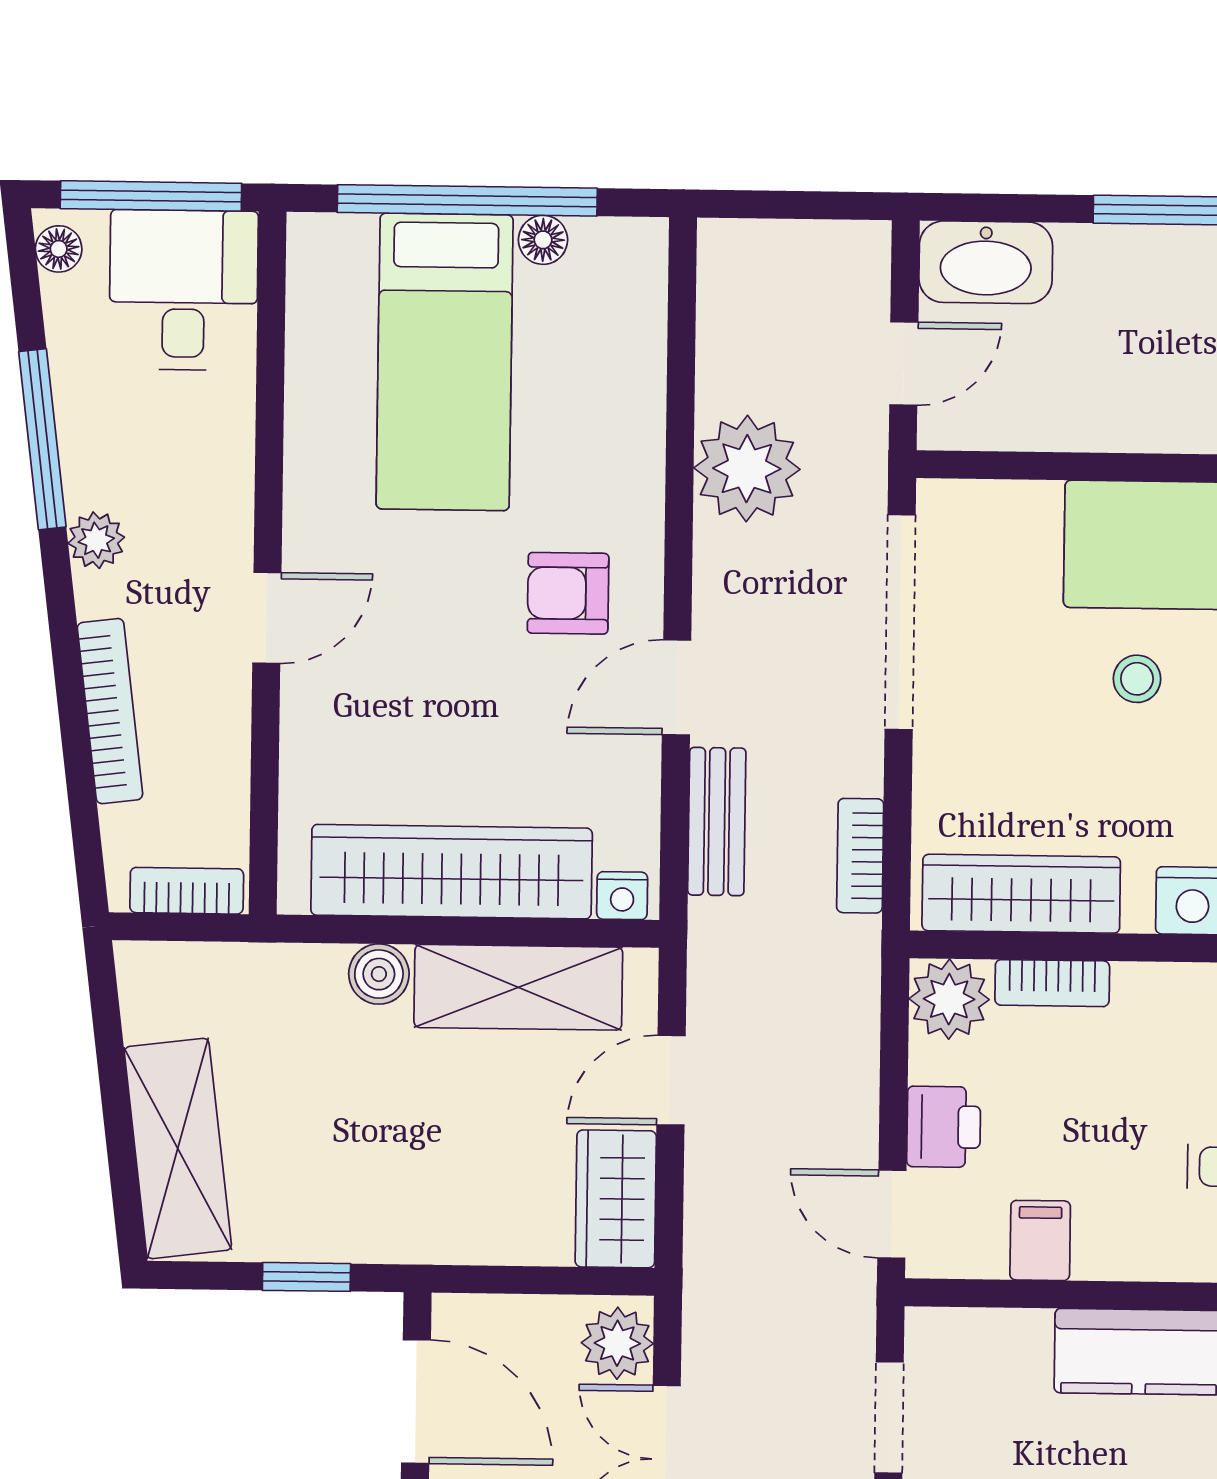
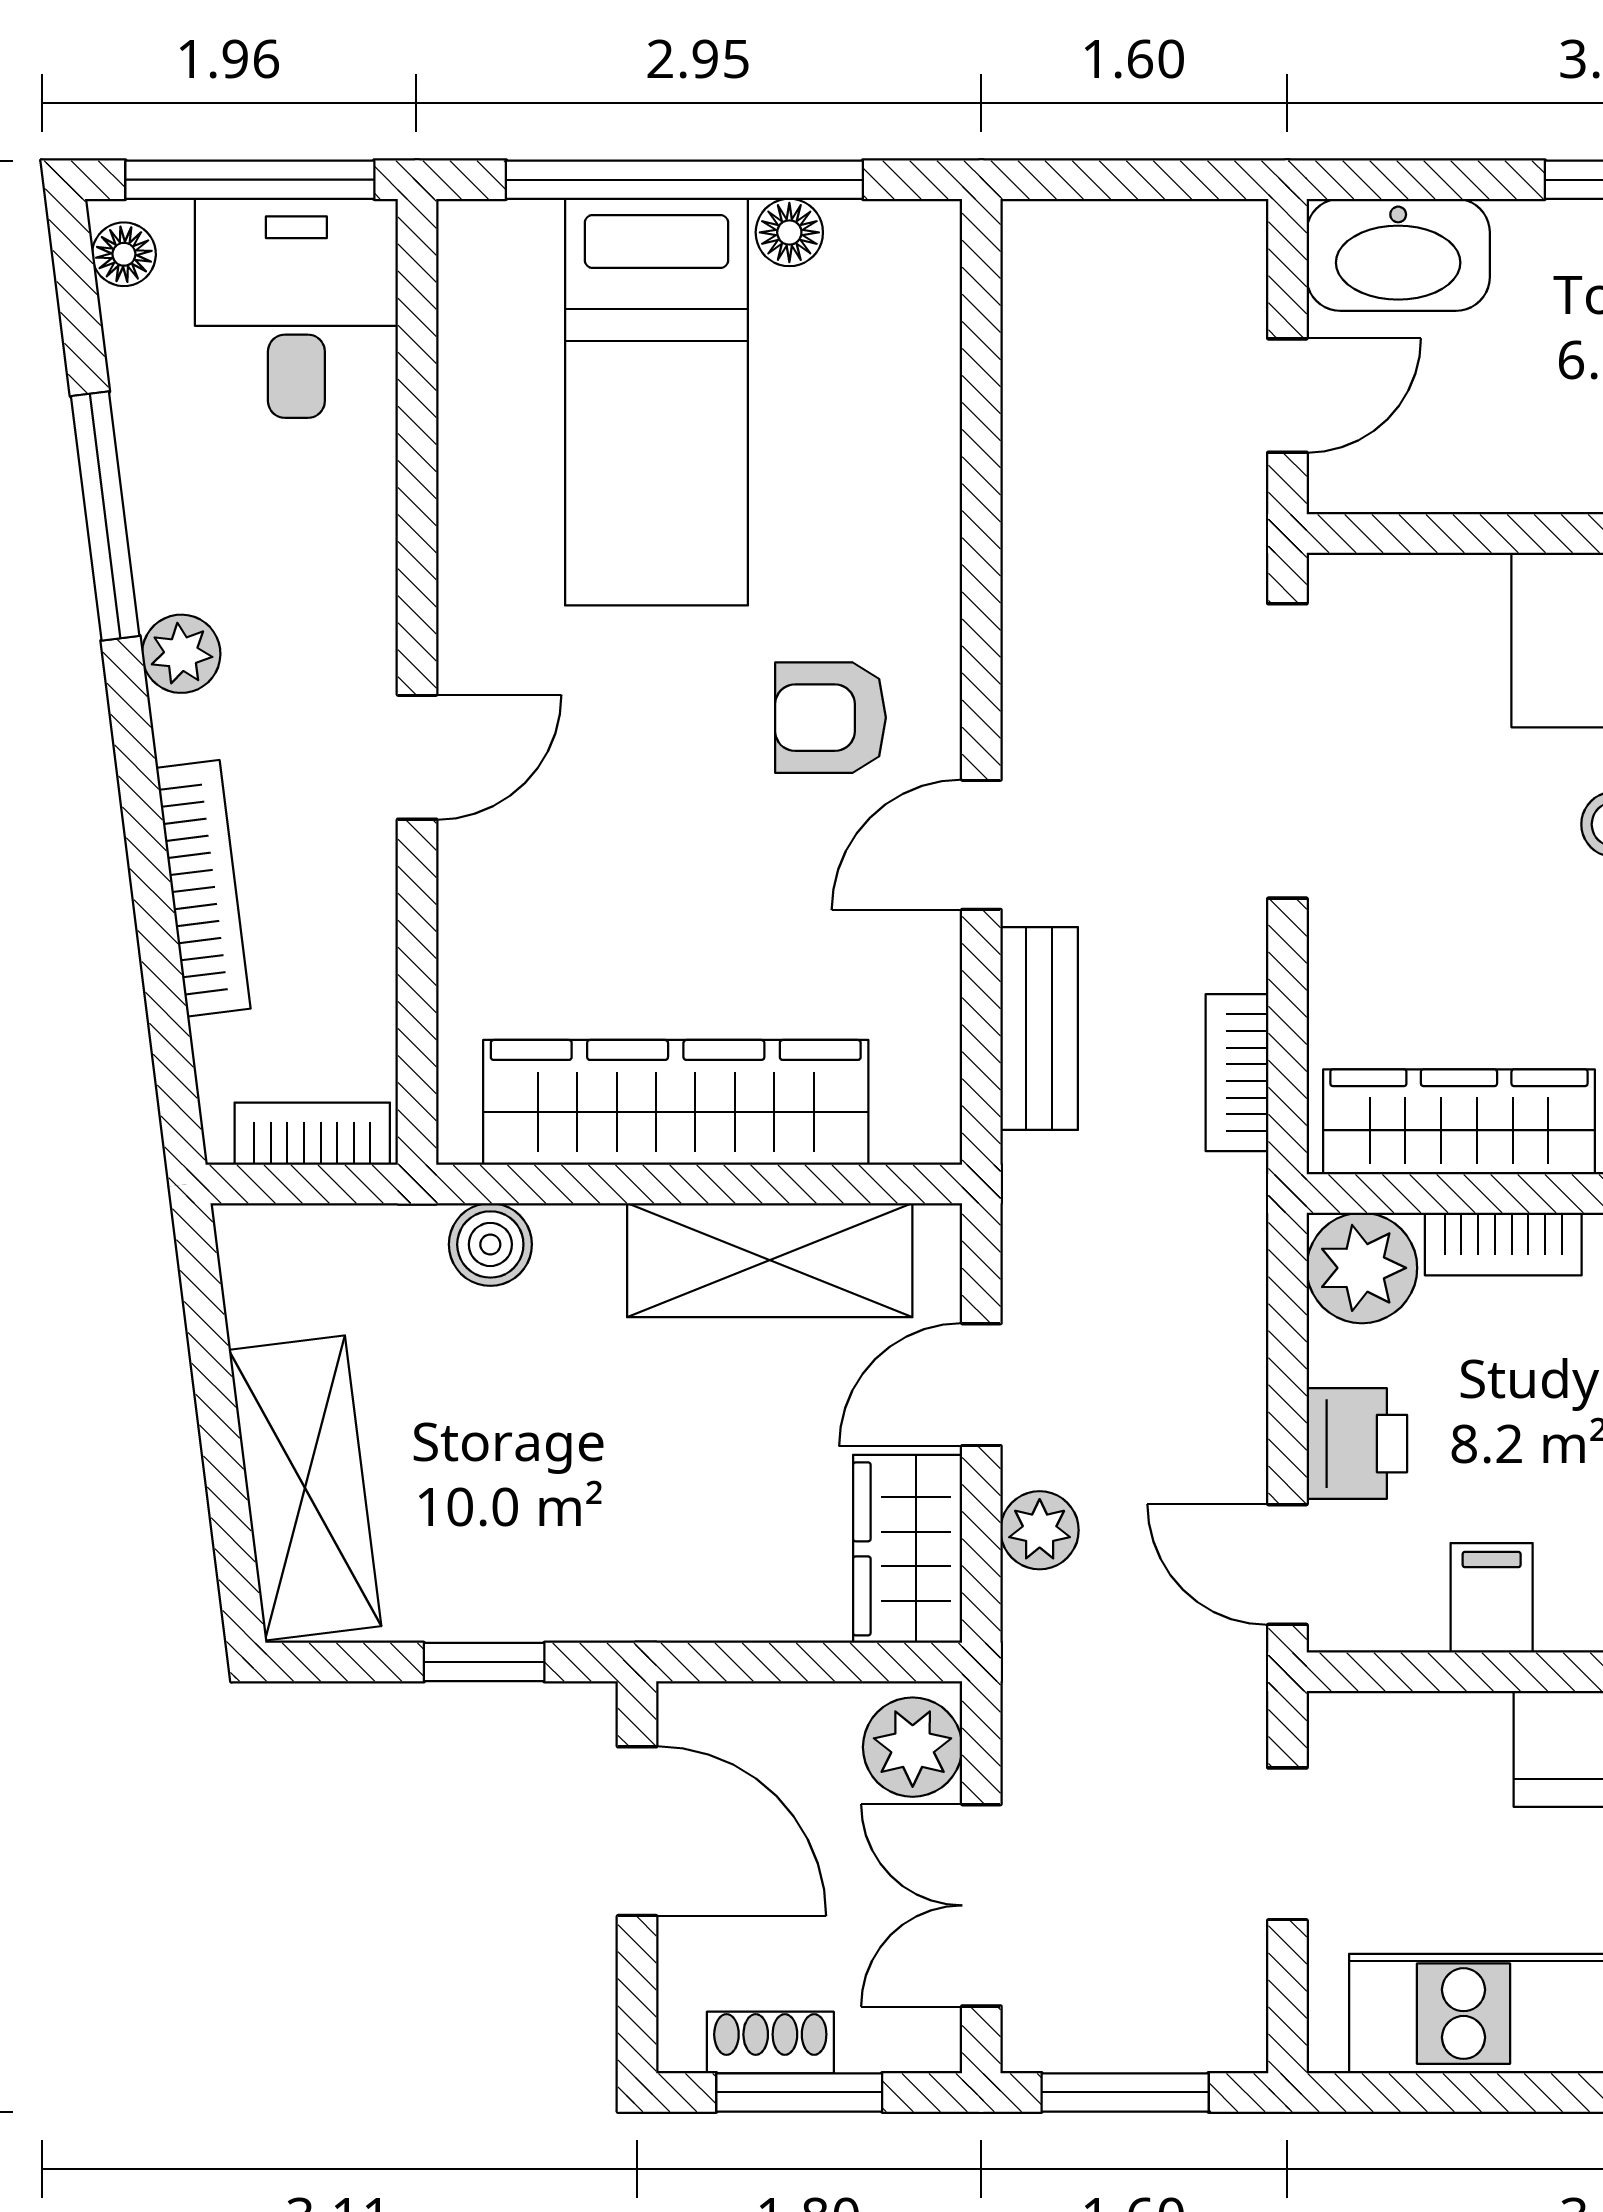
plant: (747, 469) -> (1040, 1530), moved, width x0.53, depth x0.53
nightstand: (622, 896) -> (911, 1132), removed
boiler: (379, 974) -> (490, 1244), moved

